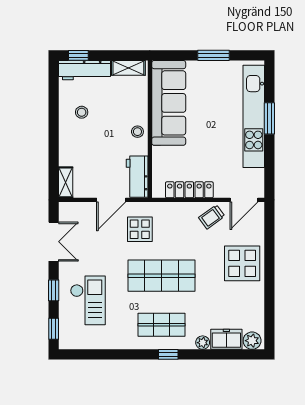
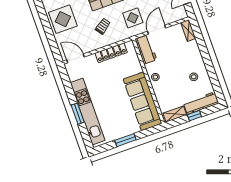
window: (78, 55) -> (194, 116), moved
door: (244, 200) -> (75, 58), hinge flipped
trolley: (212, 217) -> (103, 26), moved

